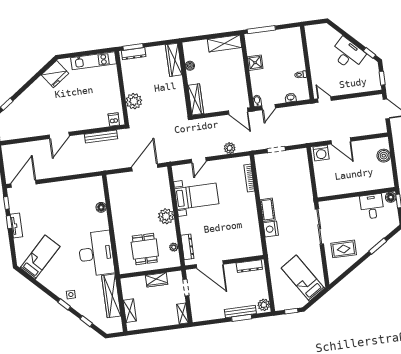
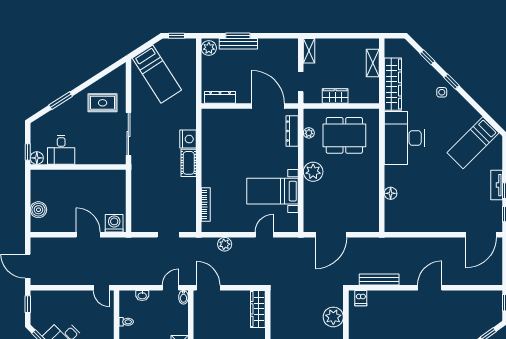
dining table: (145, 249) -> (344, 135), width x1.37

